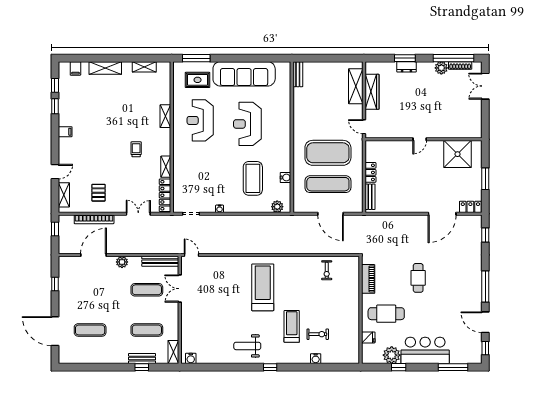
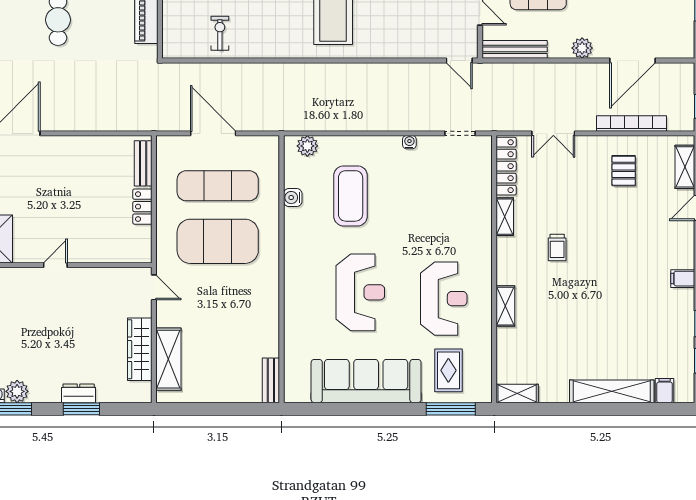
shelving: (144, 67) -> (517, 393), moved
shelving: (105, 68) -> (612, 391), width x1.47
rug: (198, 80) -> (448, 370), turned 90

